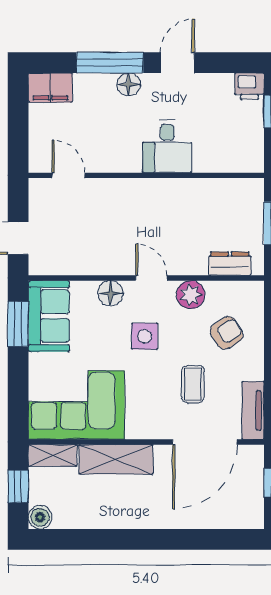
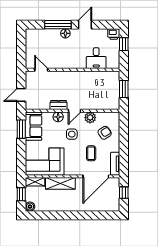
filing cabinet: (50, 88) -> (34, 35), removed
desk: (167, 147) -> (96, 58), moved
dresser: (230, 264) -> (59, 105), moved
door: (151, 278) -> (75, 111), swing flipped

